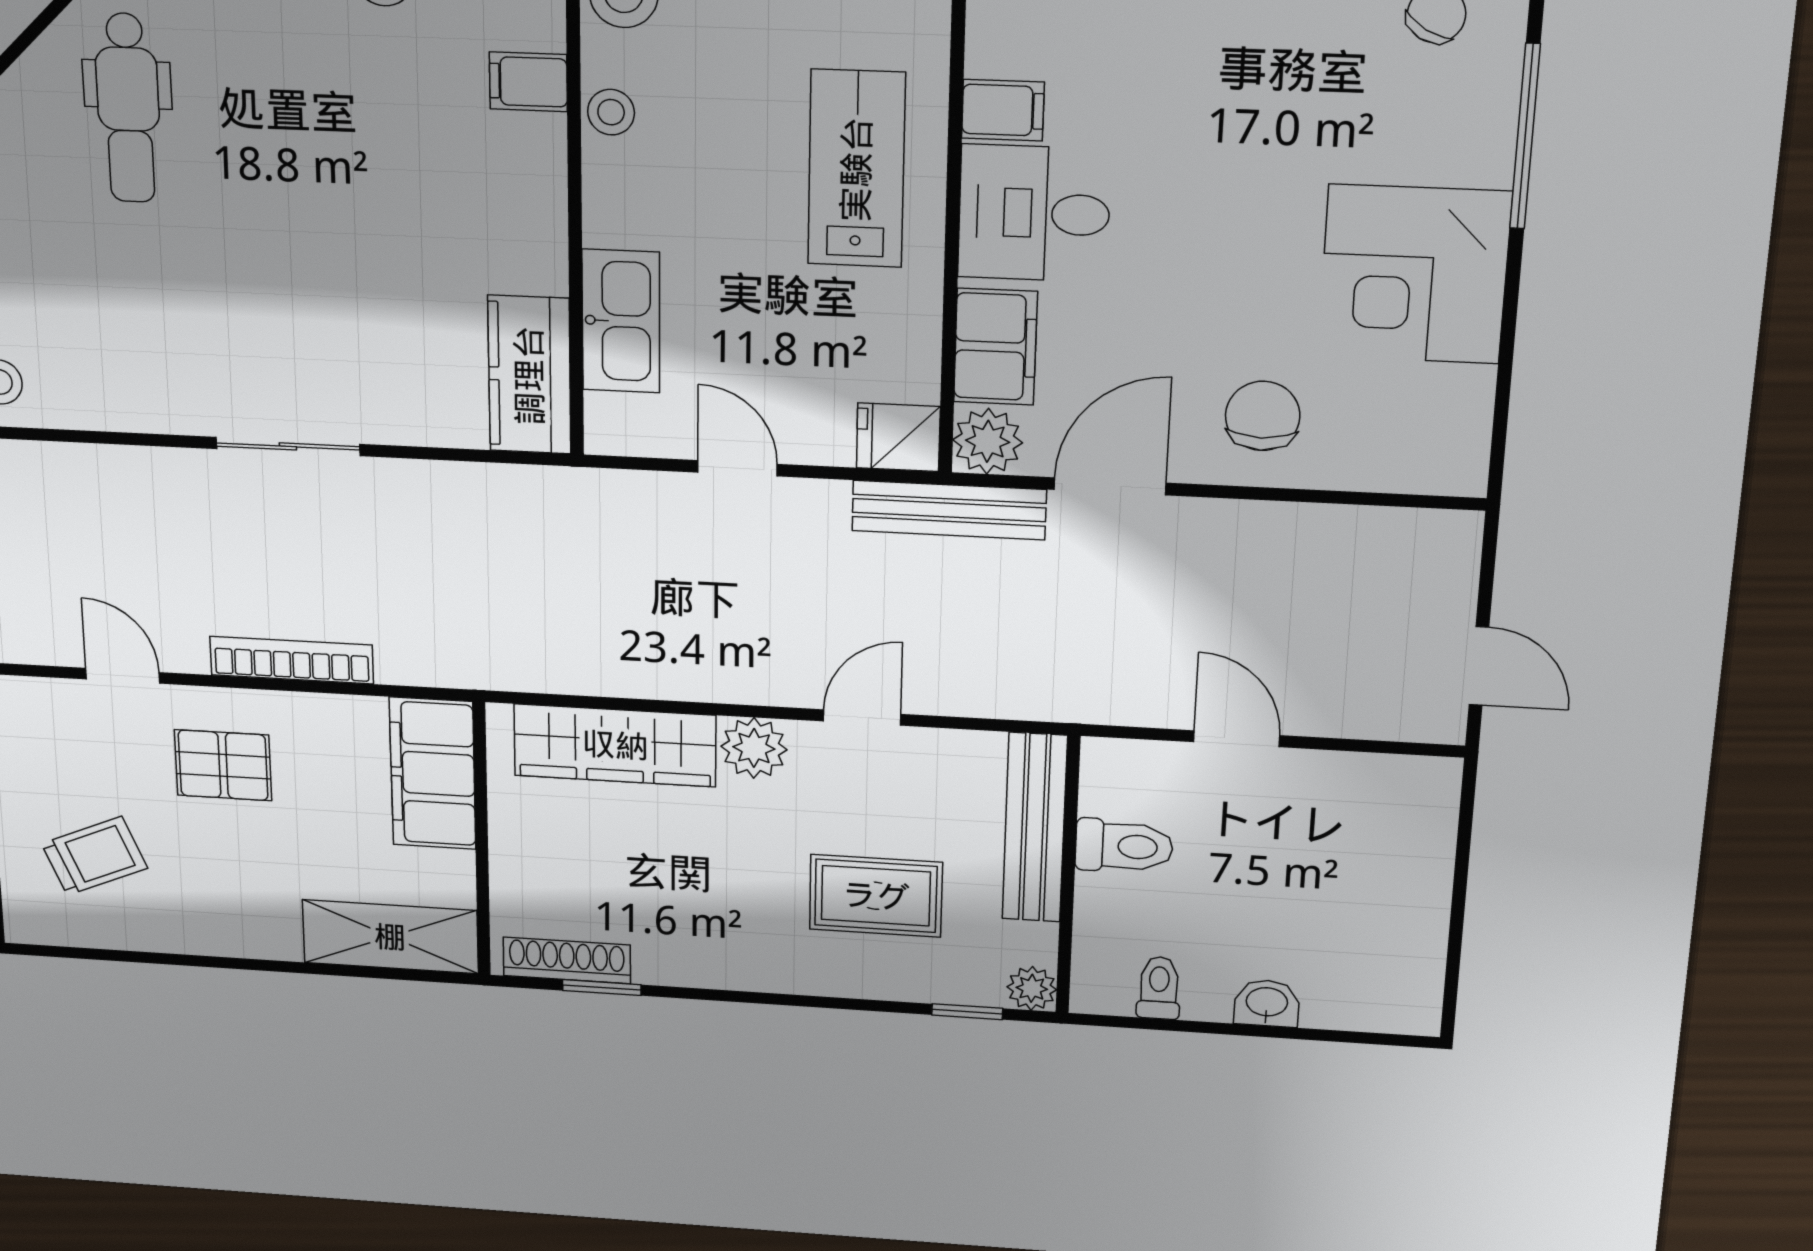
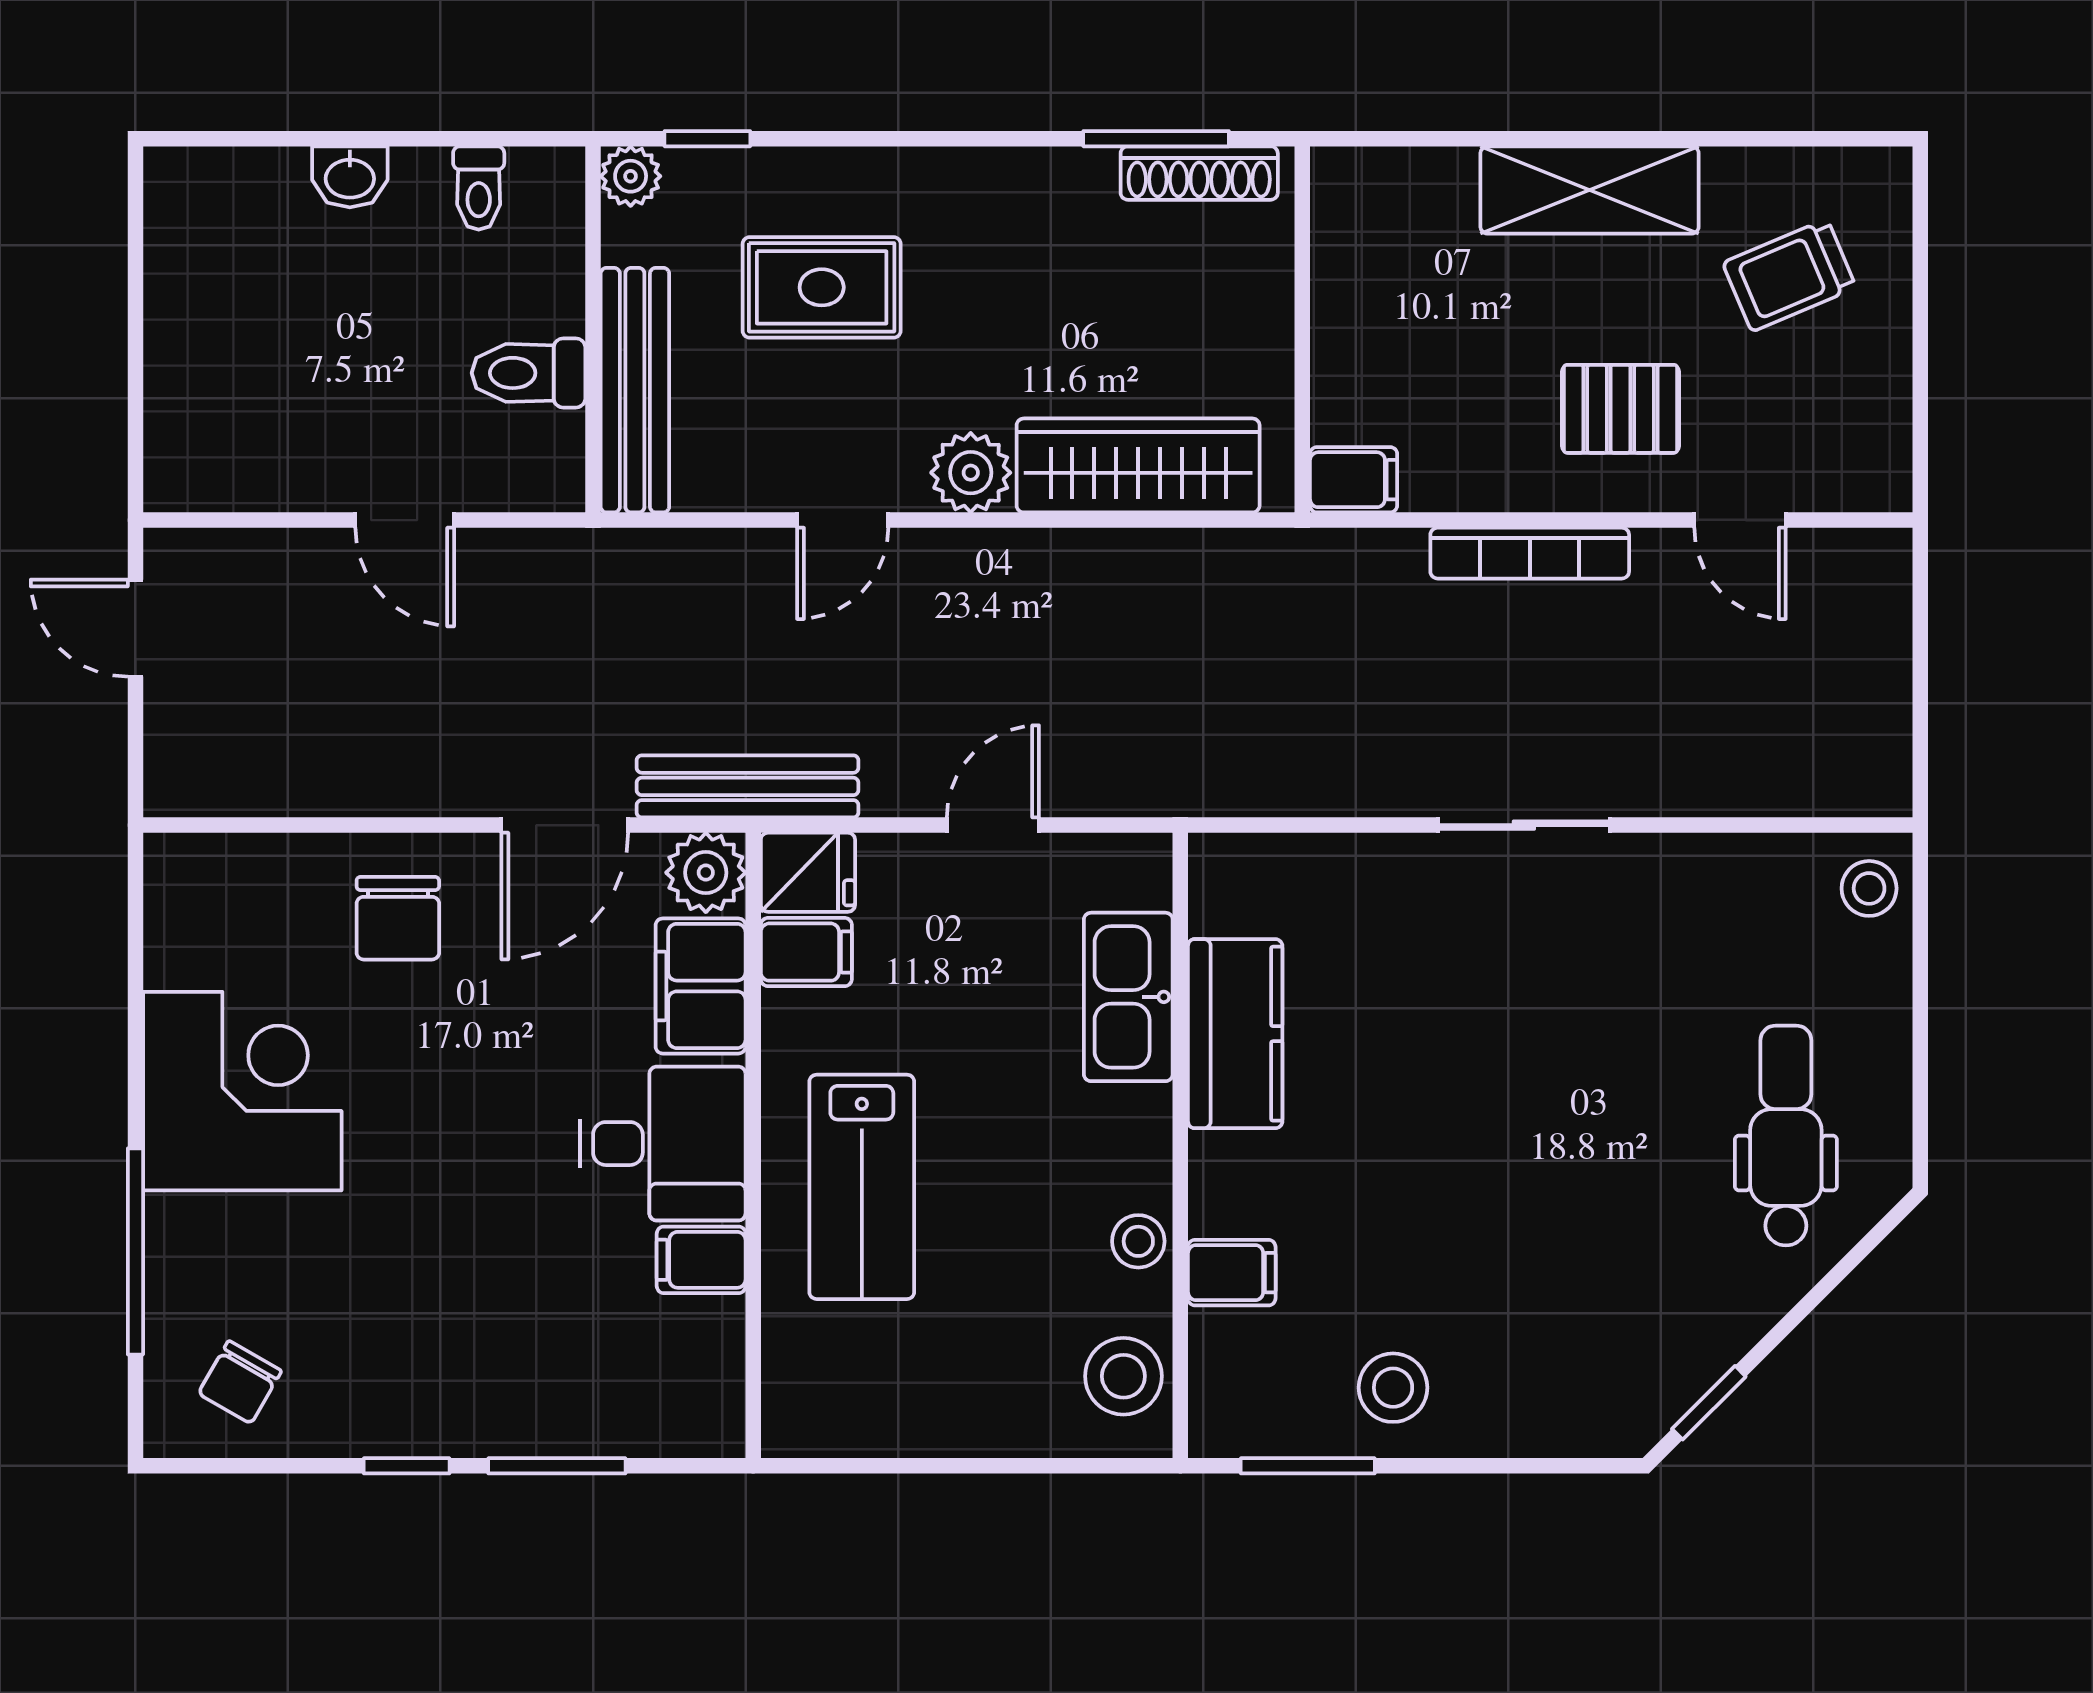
dental chair: (128, 108) -> (1786, 1136), moved
filing cabinet: (901, 371) -> (806, 952), added
kitchen counter: (529, 375) -> (1235, 1034), moved
door: (737, 468) -> (993, 825), swing flipped
filing cabinet: (433, 774) -> (1354, 480), width x0.33, depth x0.86
shelving: (390, 937) -> (1590, 190), moved
window: (602, 988) -> (1156, 139), width x1.50

